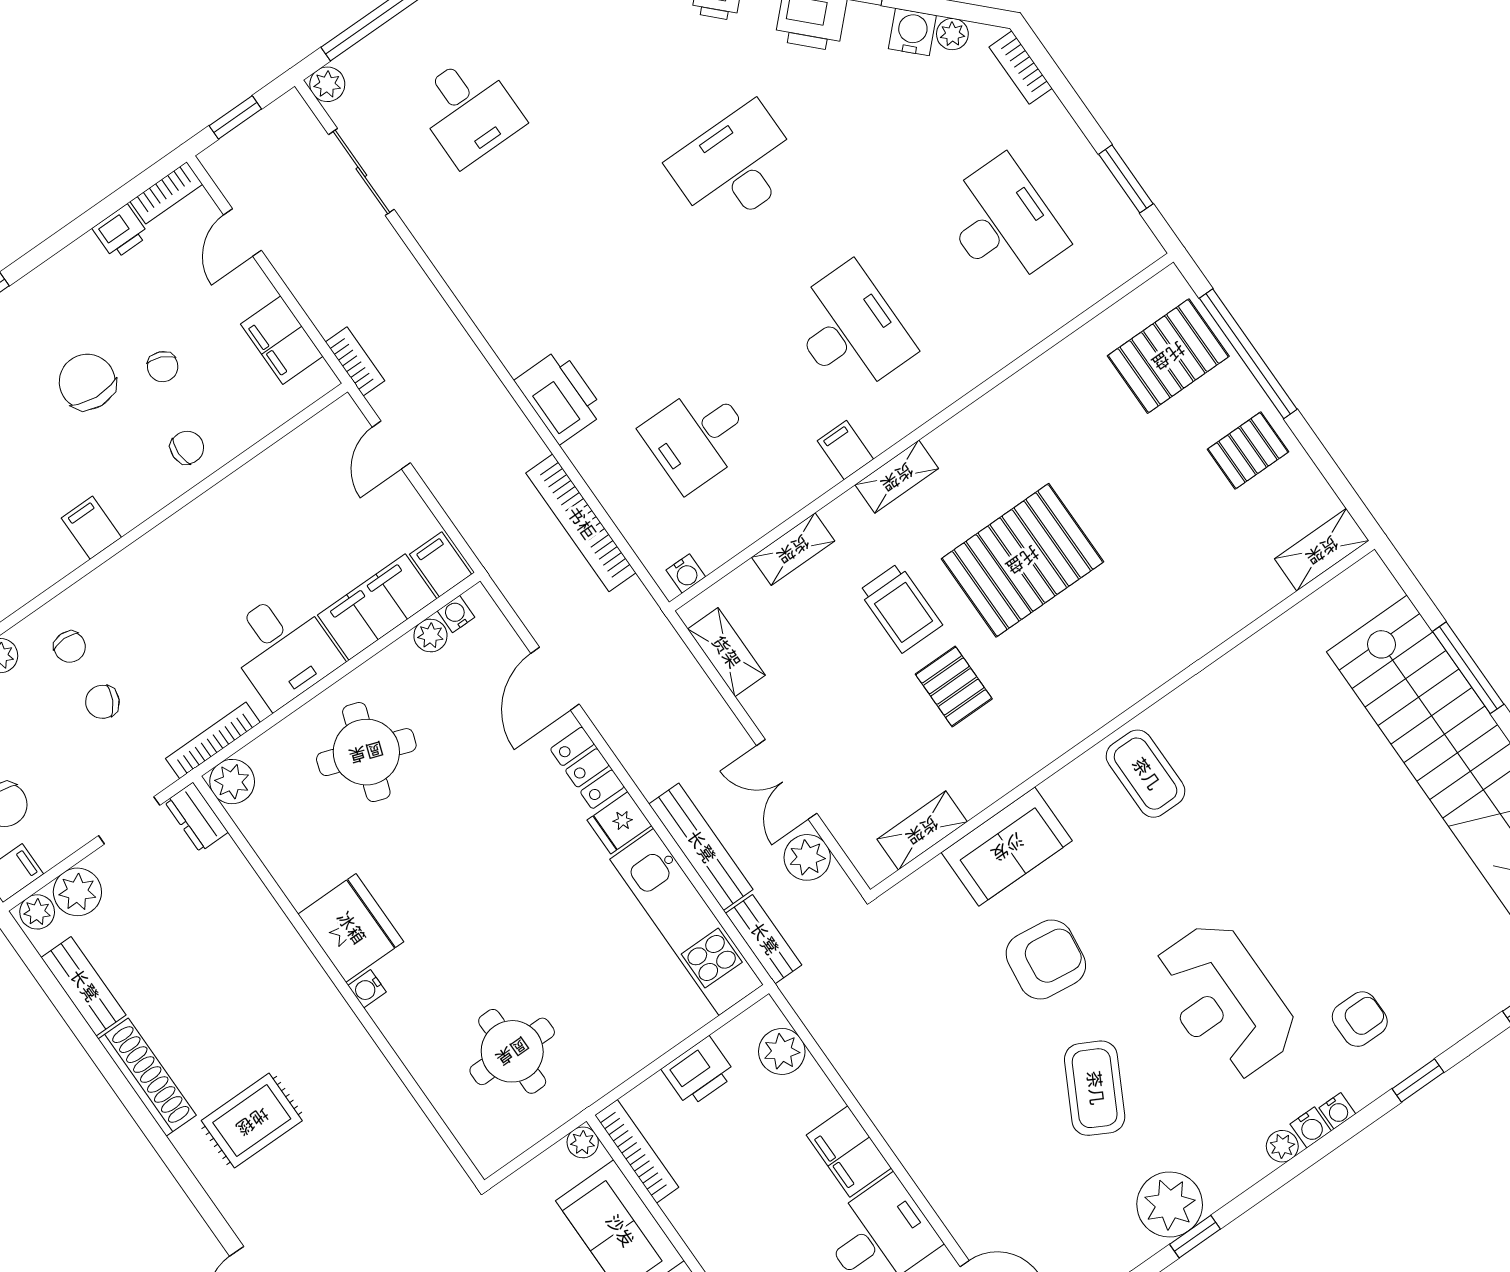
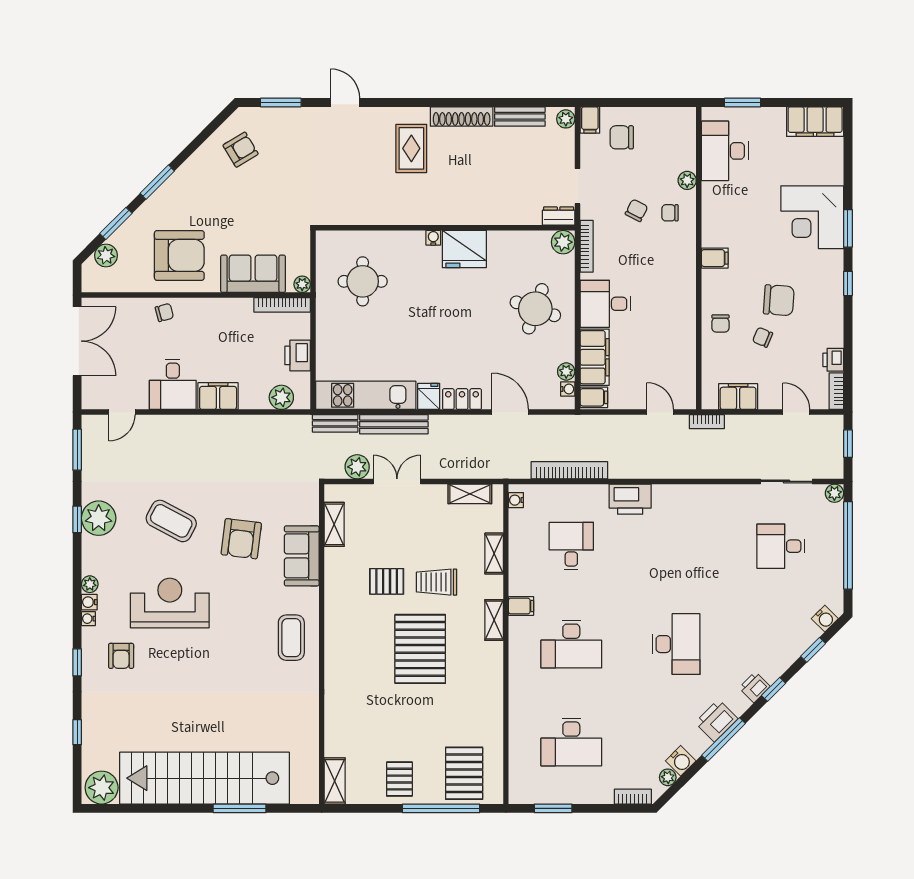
coffee table: (1146, 774) -> (291, 638), turned 90
plant: (77, 892) -> (562, 142), removed

